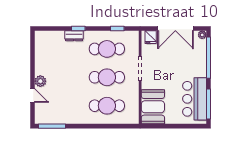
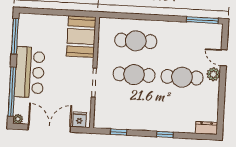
dresser: (74, 36) -> (206, 128), moved
cafe table: (107, 49) -> (182, 77), moved
bar counter: (195, 99) -> (30, 72), moved

